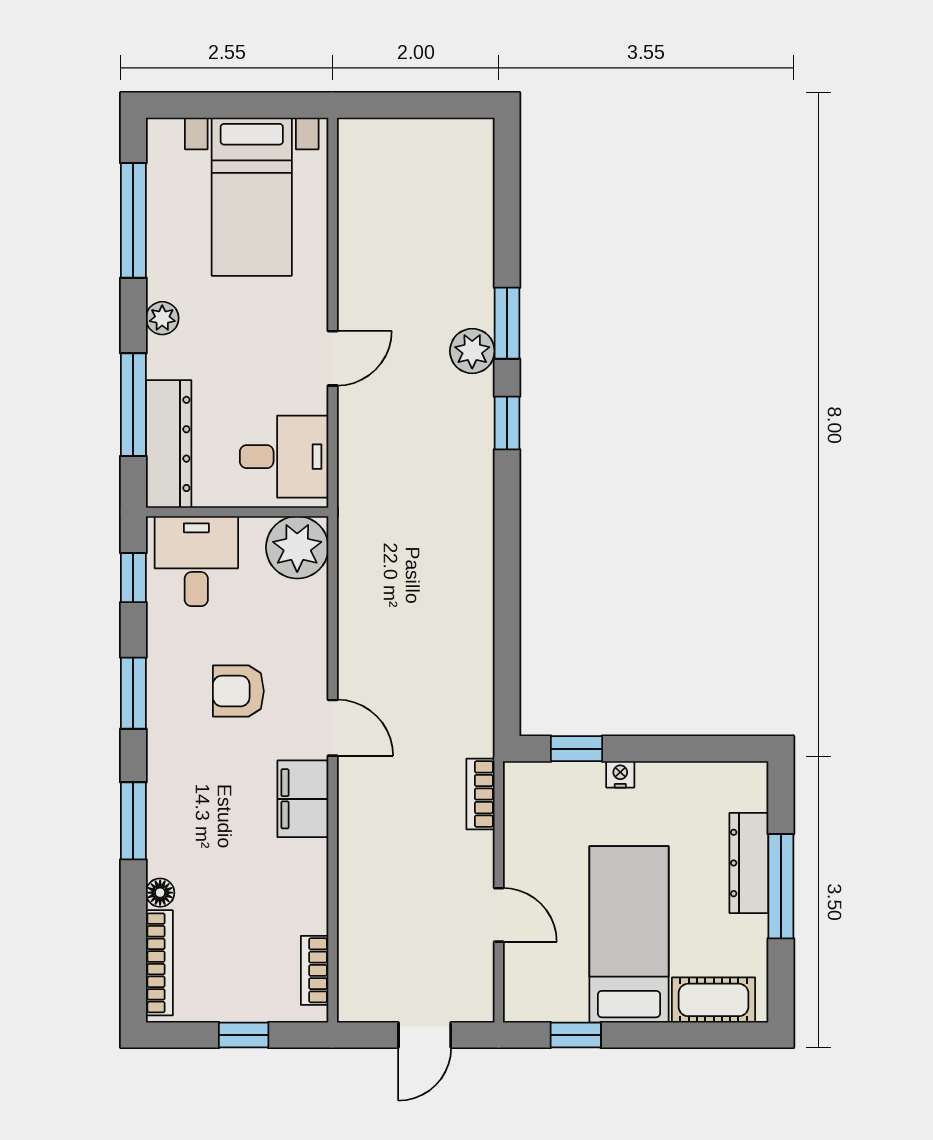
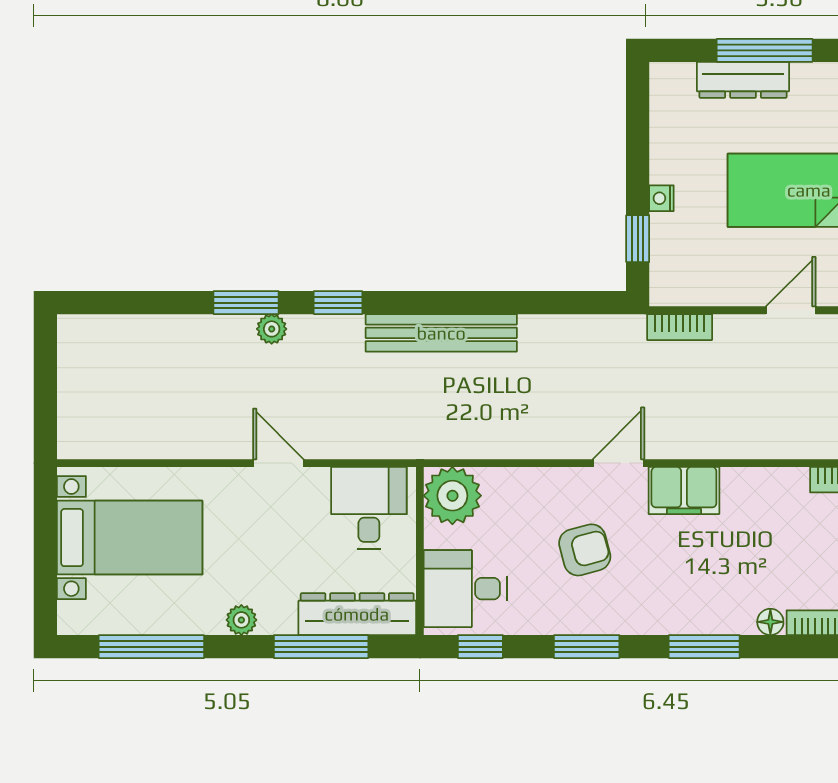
plant: (472, 351) -> (272, 329), width x0.73, depth x0.73
bench: (474, 535) -> (441, 333), added
armchair: (238, 691) -> (585, 550), turned -105

